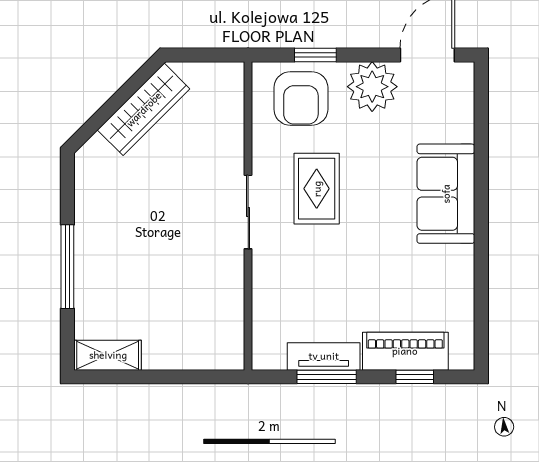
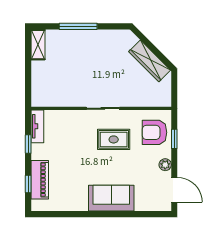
plant: (372, 87) -> (165, 165), width x0.53, depth x0.53
tv unit: (324, 356) -> (37, 126), moved
window: (327, 377) -> (28, 144), width x0.67

